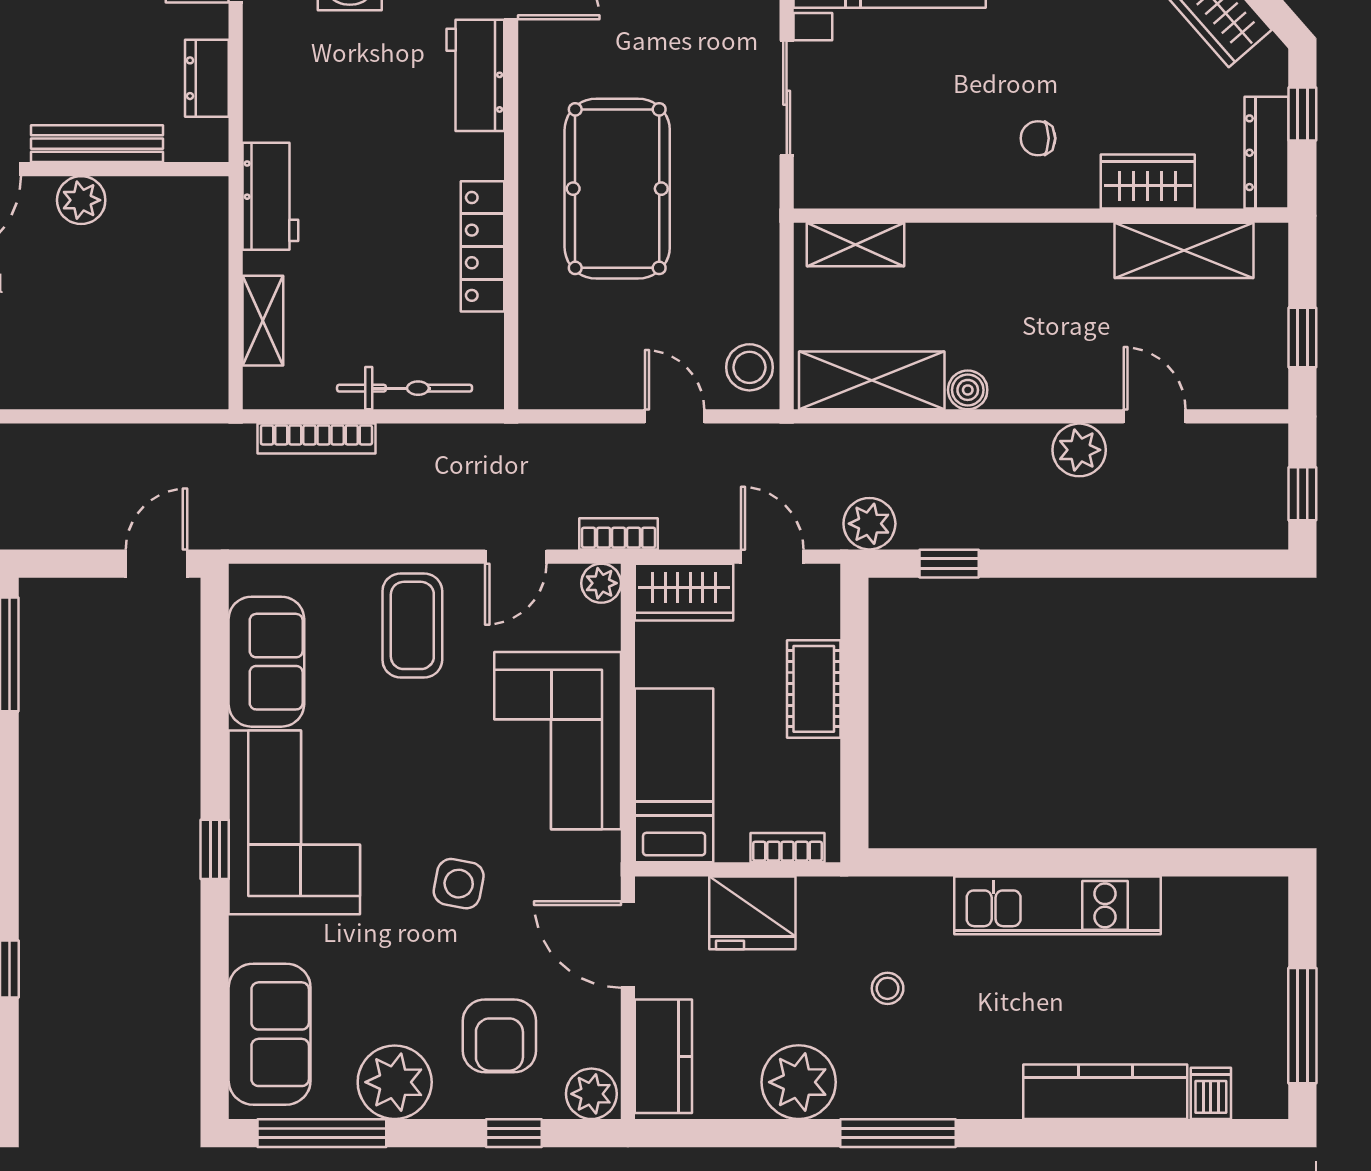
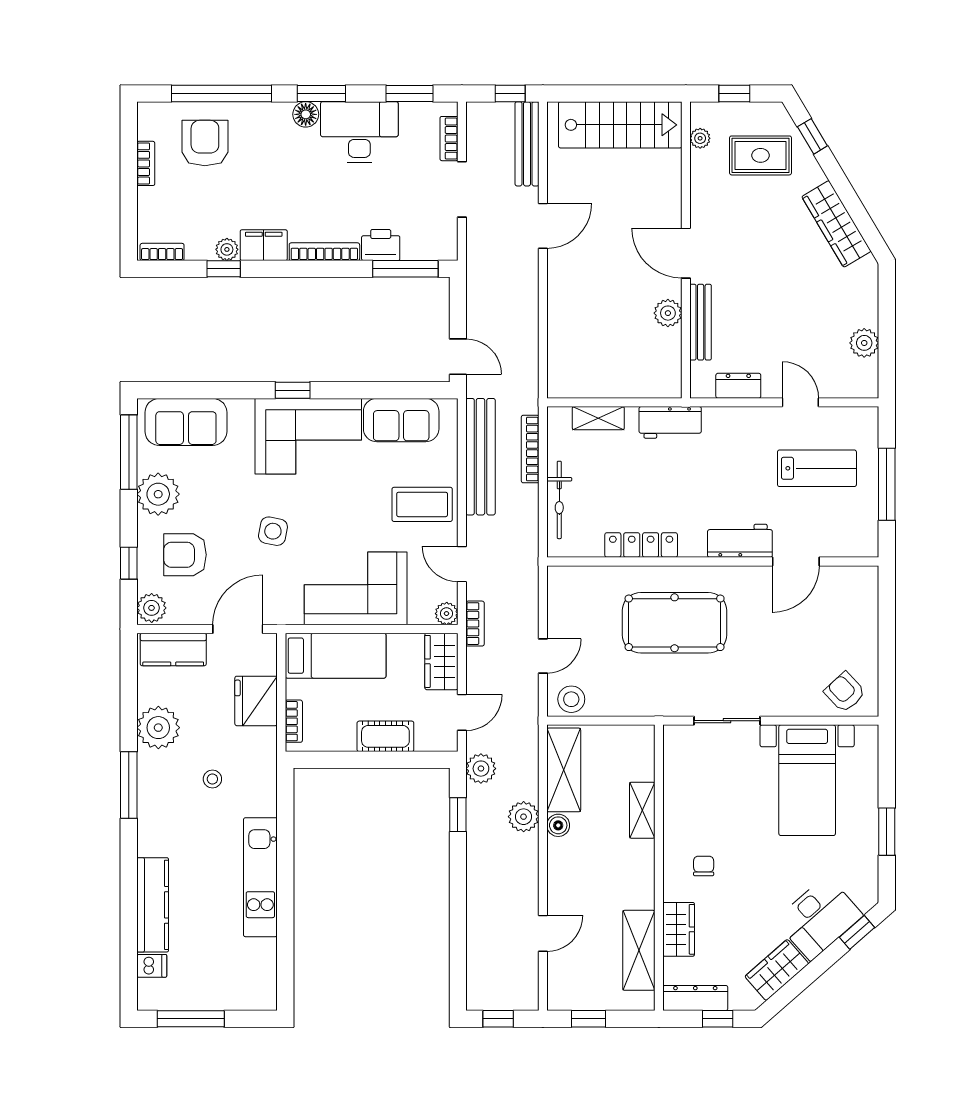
shelving: (856, 245) -> (642, 810), moved
plant: (1079, 450) -> (524, 817), moved
bench: (330, 524) -> (481, 457), added

